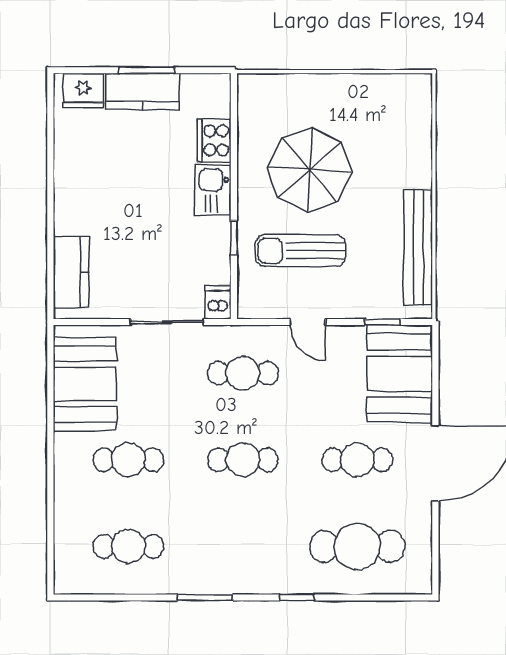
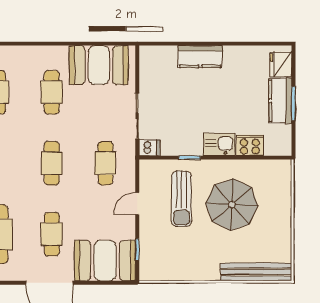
bench: (418, 247) -> (256, 272), moved
sun lounger: (300, 251) -> (182, 199), turned 180
kitchen counter: (71, 272) -> (200, 57), moved

